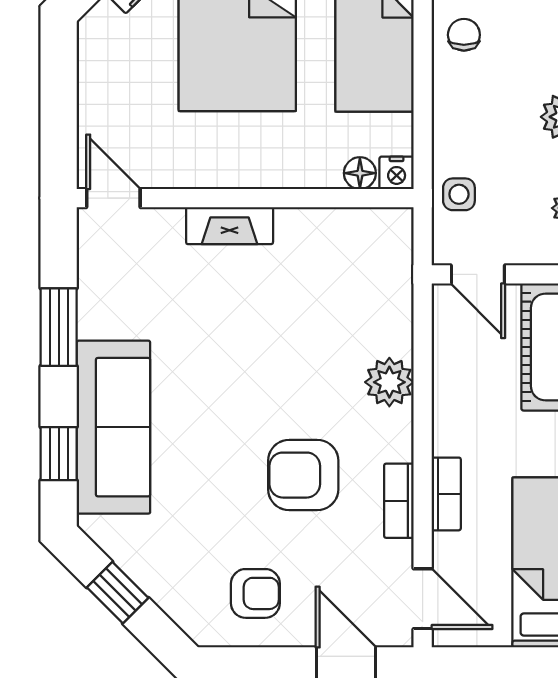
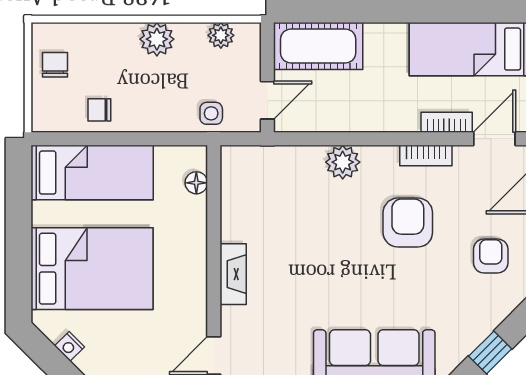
nightstand: (397, 173) -> (196, 157), removed
armchair: (303, 475) -> (408, 223), turned 180
bookcase: (446, 494) -> (447, 122), moved

